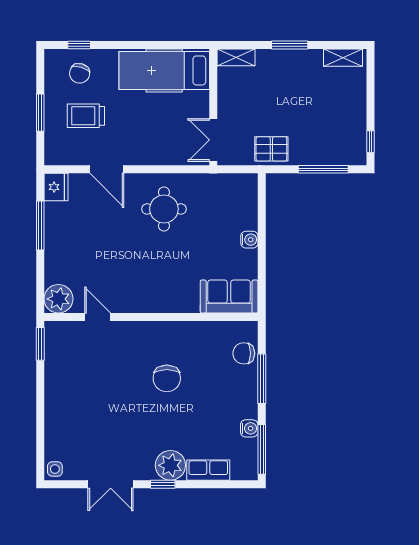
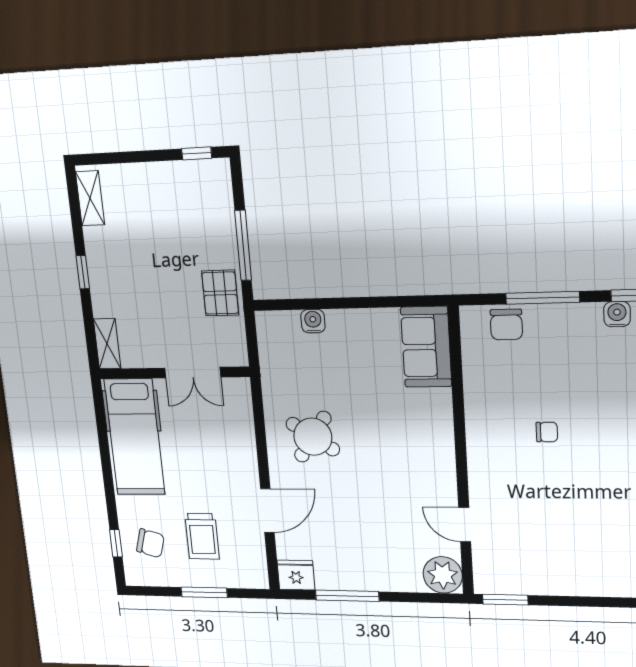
window: (290, 45) -> (83, 272), width x0.67
double door: (213, 140) -> (193, 373), moved
window: (323, 169) -> (243, 245), moved
round table: (164, 209) -> (313, 437), turned 34
water cooler: (249, 240) -> (313, 321), moved
door: (98, 317) -> (465, 525), hinge flipped
chair: (167, 378) -> (547, 432), width x0.54, depth x0.54

